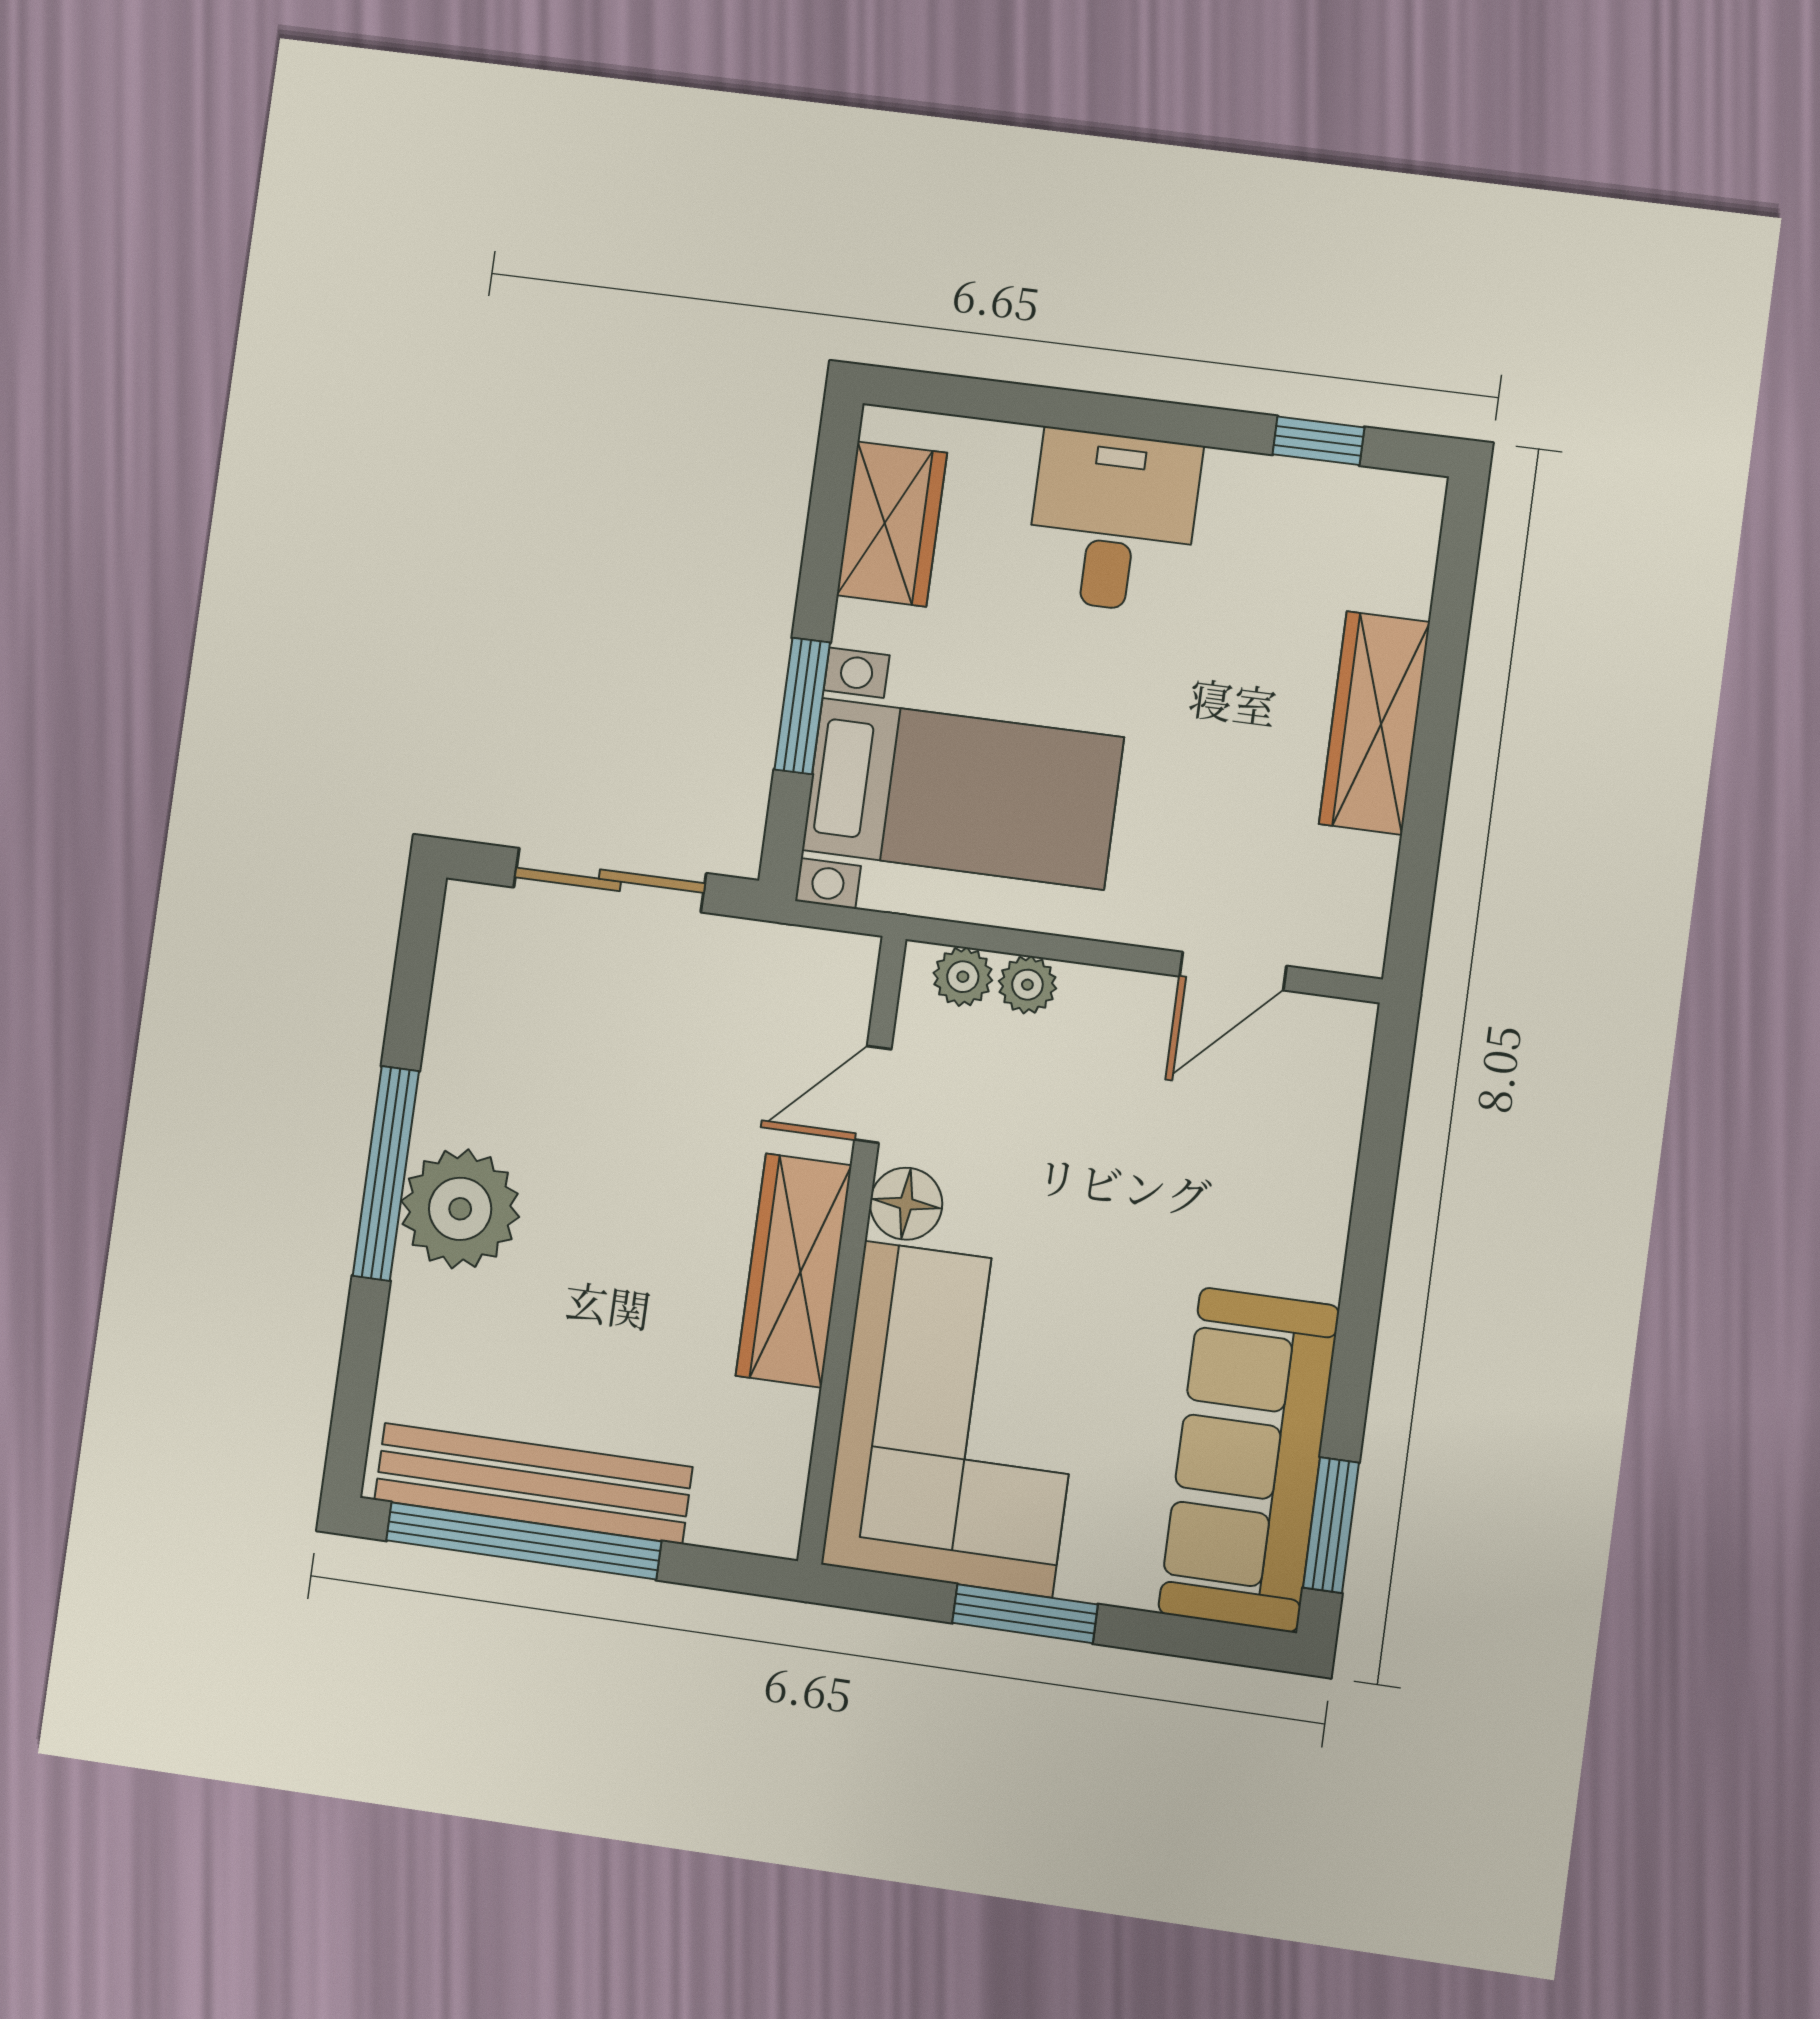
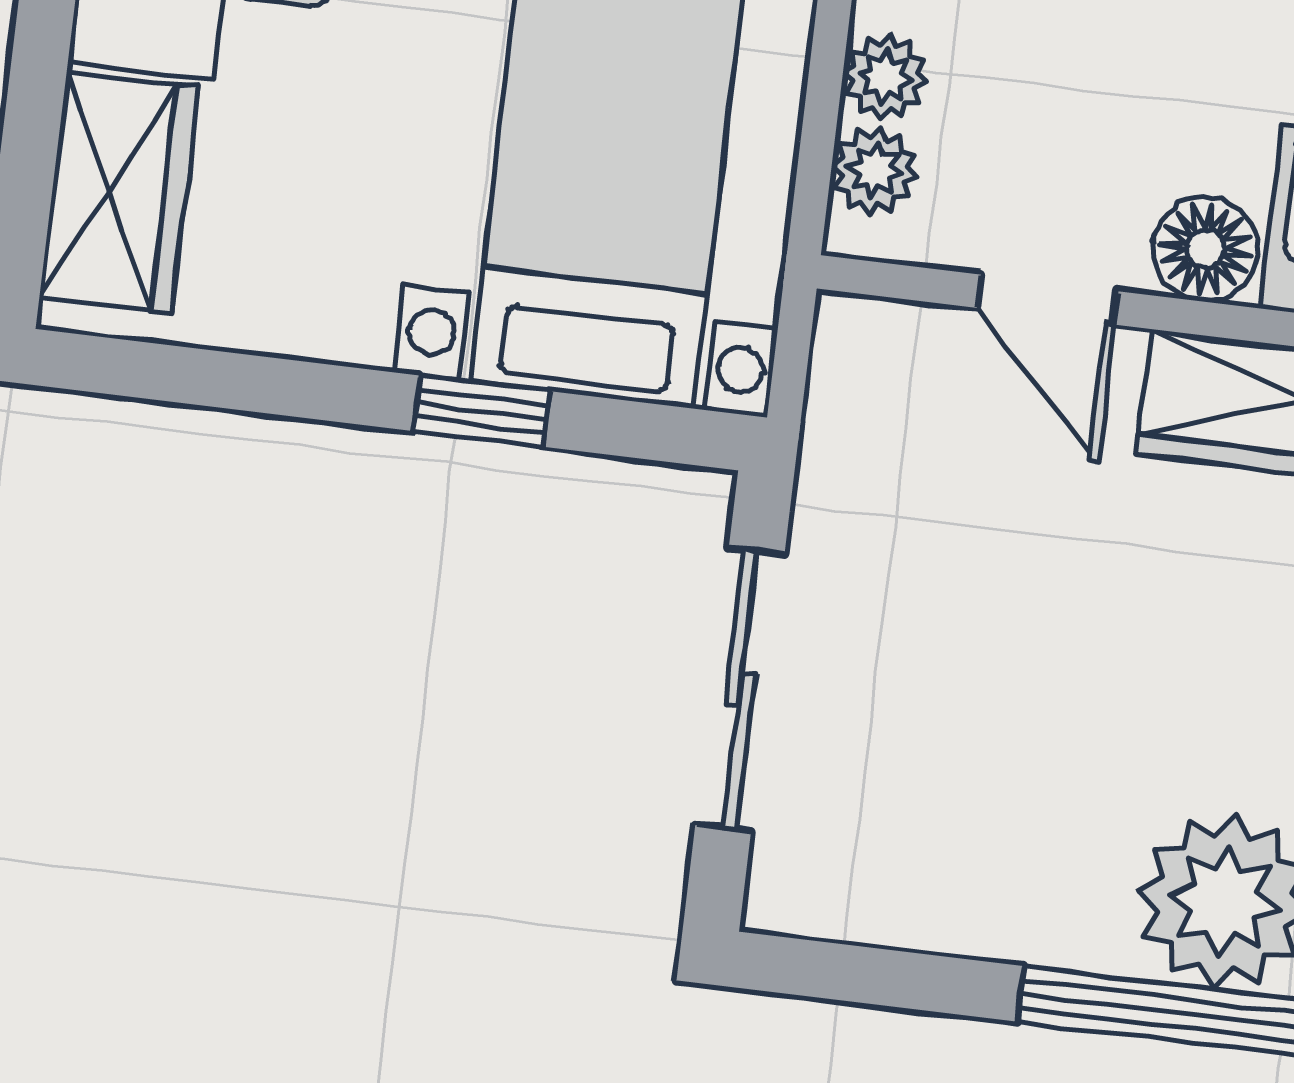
wardrobe: (892, 524) -> (119, 193), moved, turned 90
window: (802, 706) -> (481, 411), width x0.67

